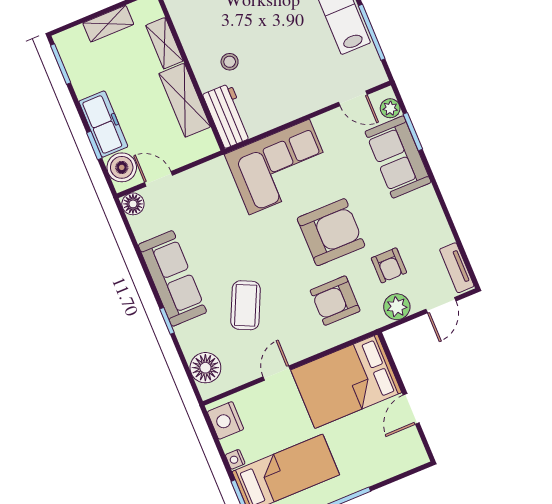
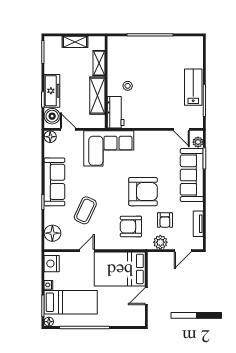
sofa: (398, 157) -> (192, 175), width x1.36
corner sofa: (279, 167) -> (109, 148), moved
tv unit: (457, 268) -> (198, 224), moved

